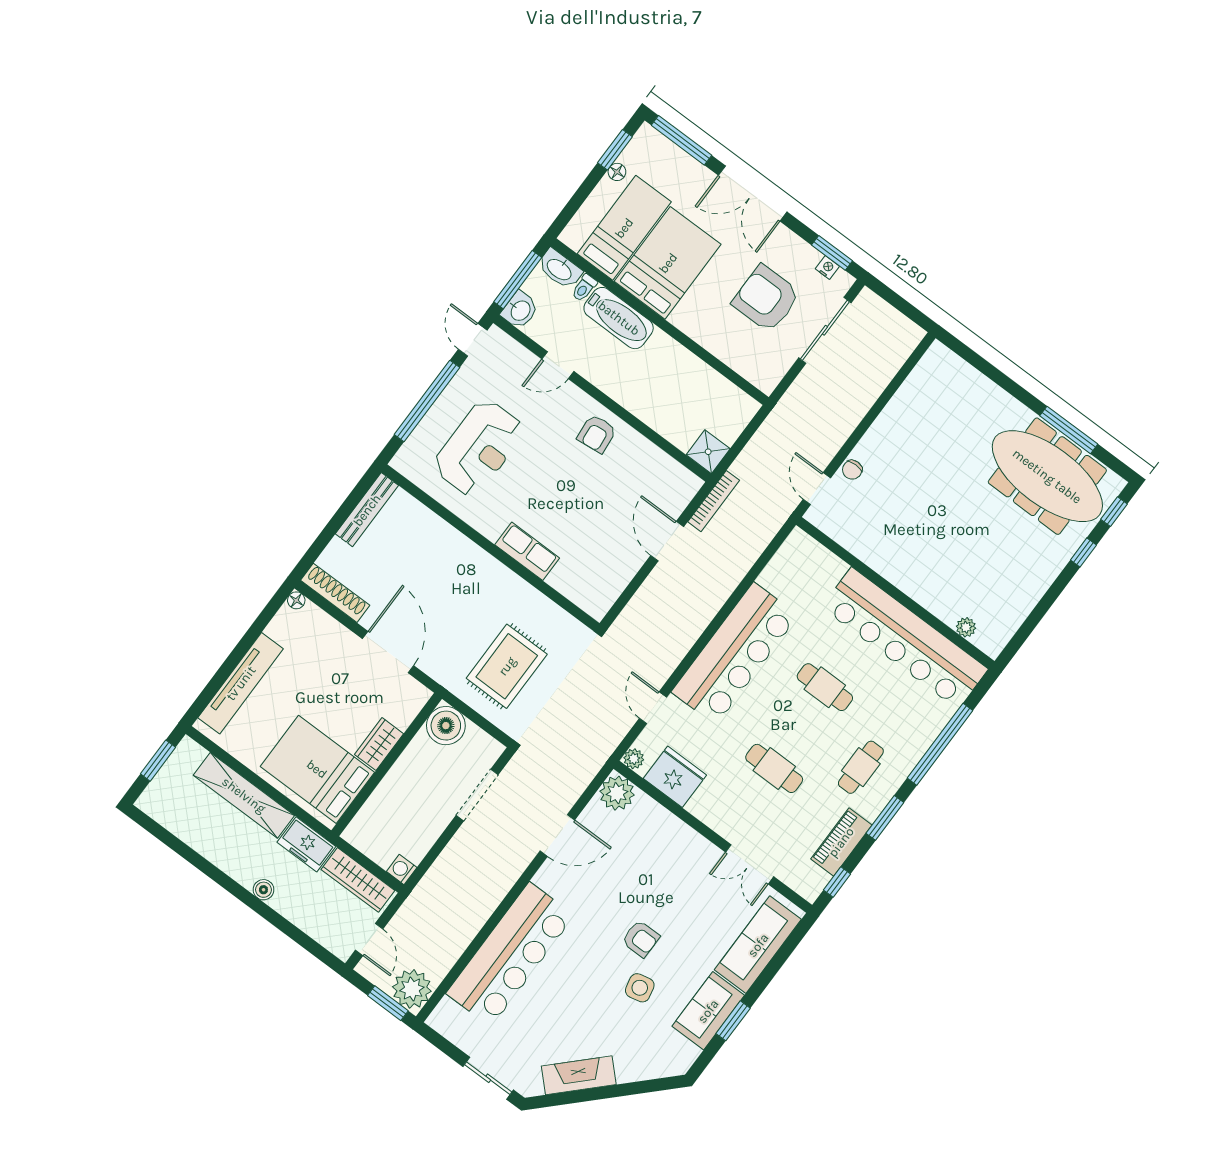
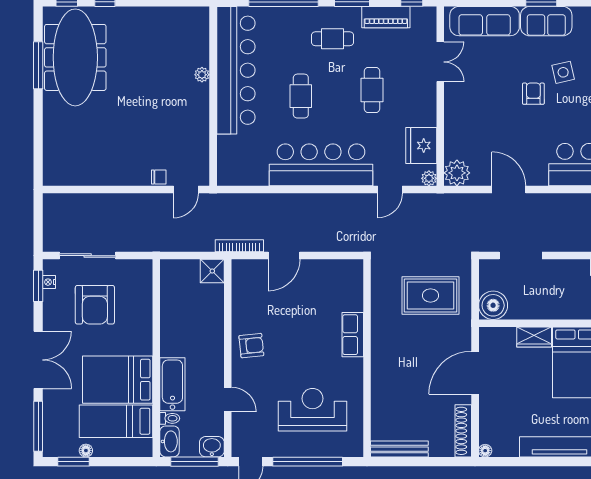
plant: (966, 627) -> (202, 75), moved

